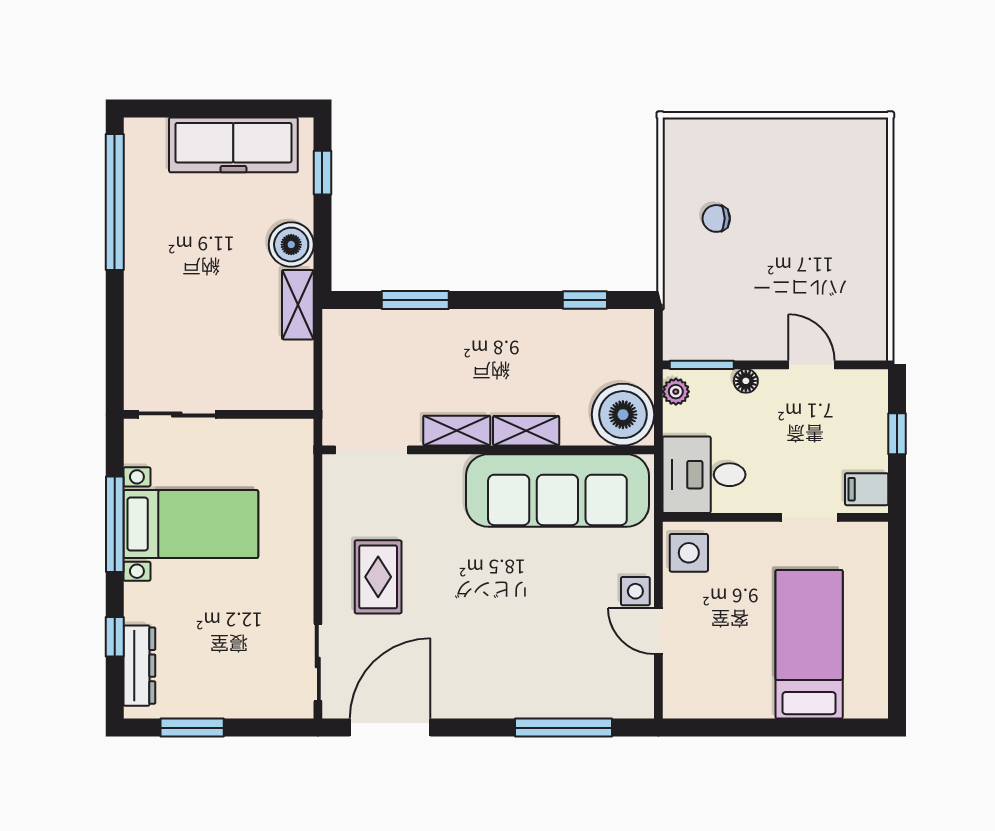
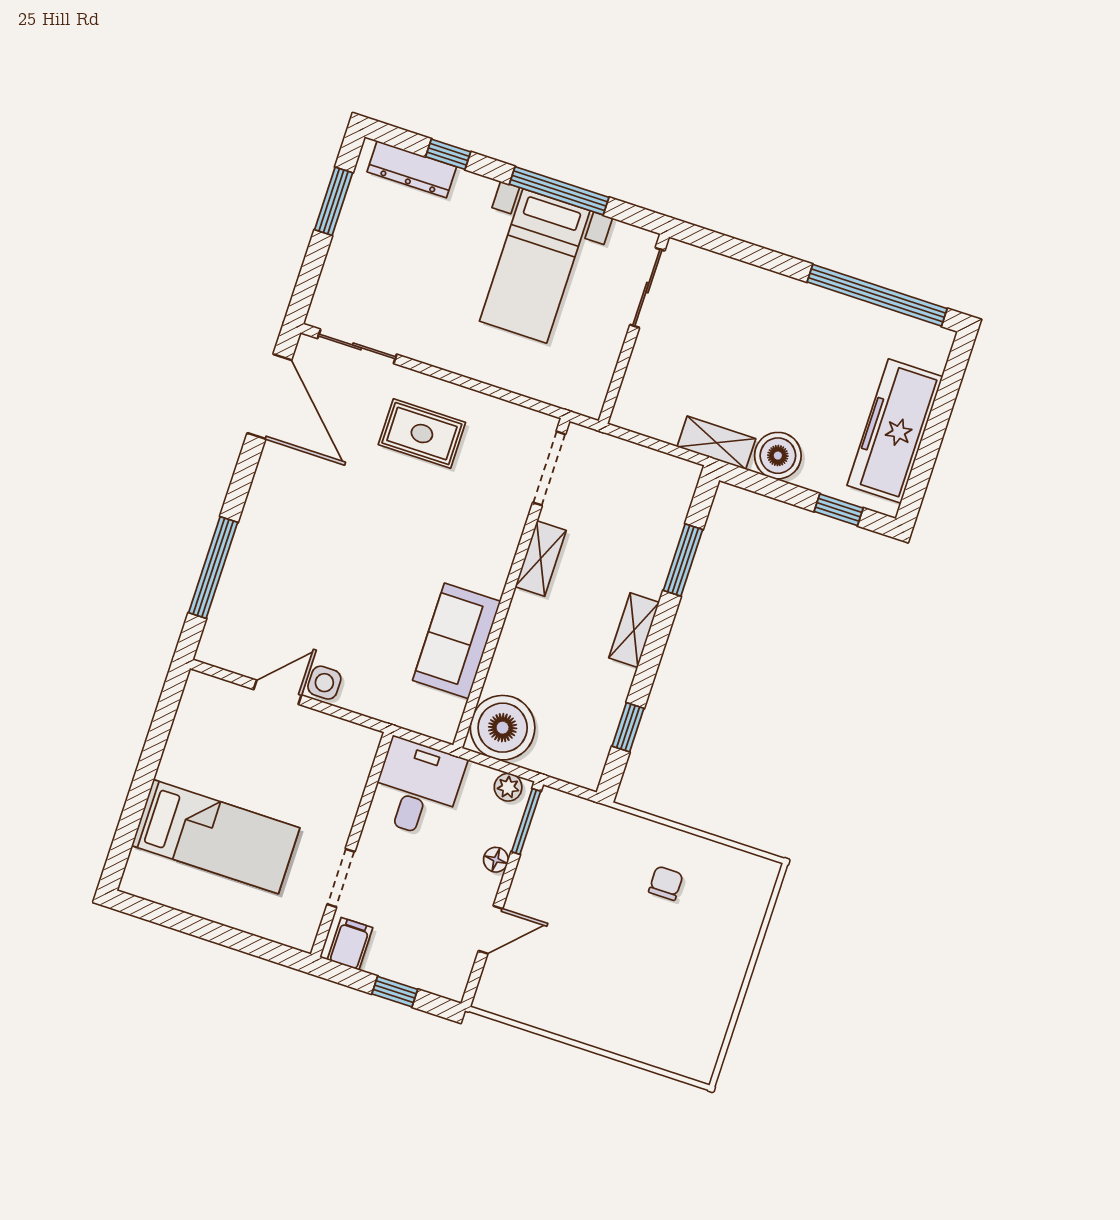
shelving: (526, 431) -> (634, 630), moved
sofa: (557, 490) -> (457, 641), width x0.54, depth x0.79
side table: (689, 553) -> (345, 748), removed

